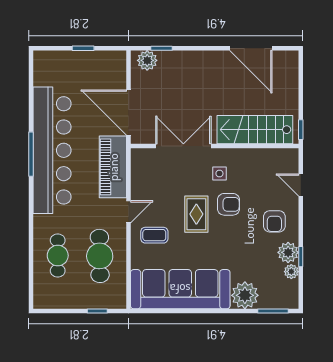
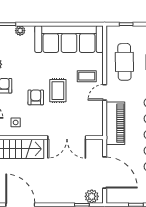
door: (129, 113) -> (105, 172), moved
side table: (219, 173) -> (16, 122), moved
armchair: (229, 204) -> (36, 97), turned 90
plant: (245, 295) -> (20, 31), width x0.53, depth x0.53

